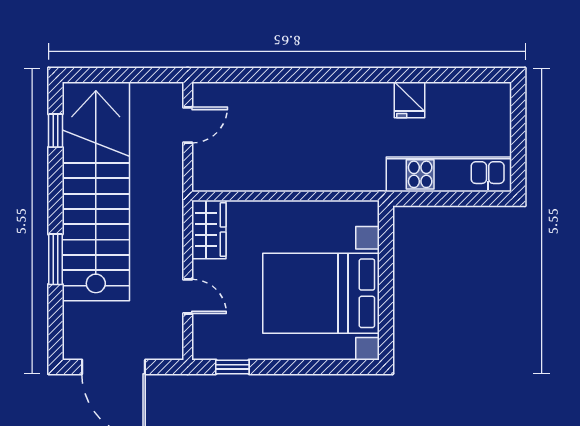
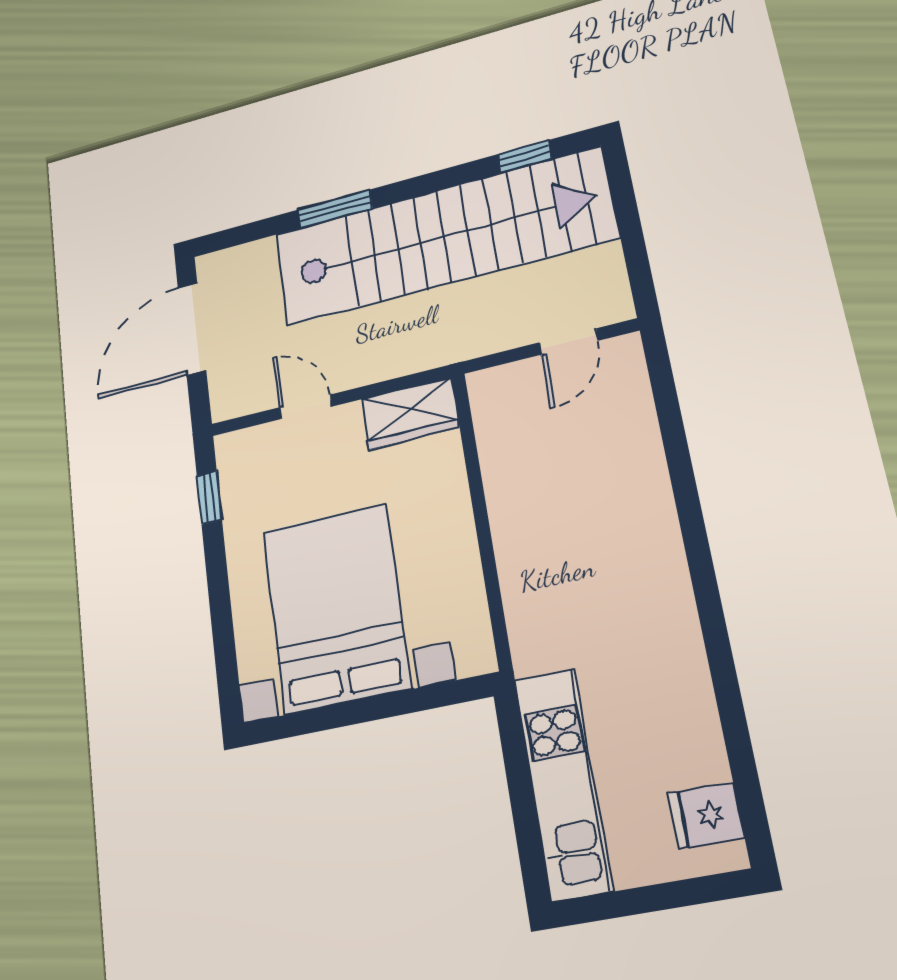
fridge: (410, 100) -> (706, 816), moved
door: (188, 125) -> (569, 342), hinge flipped
door: (188, 296) -> (305, 407), swing flipped

